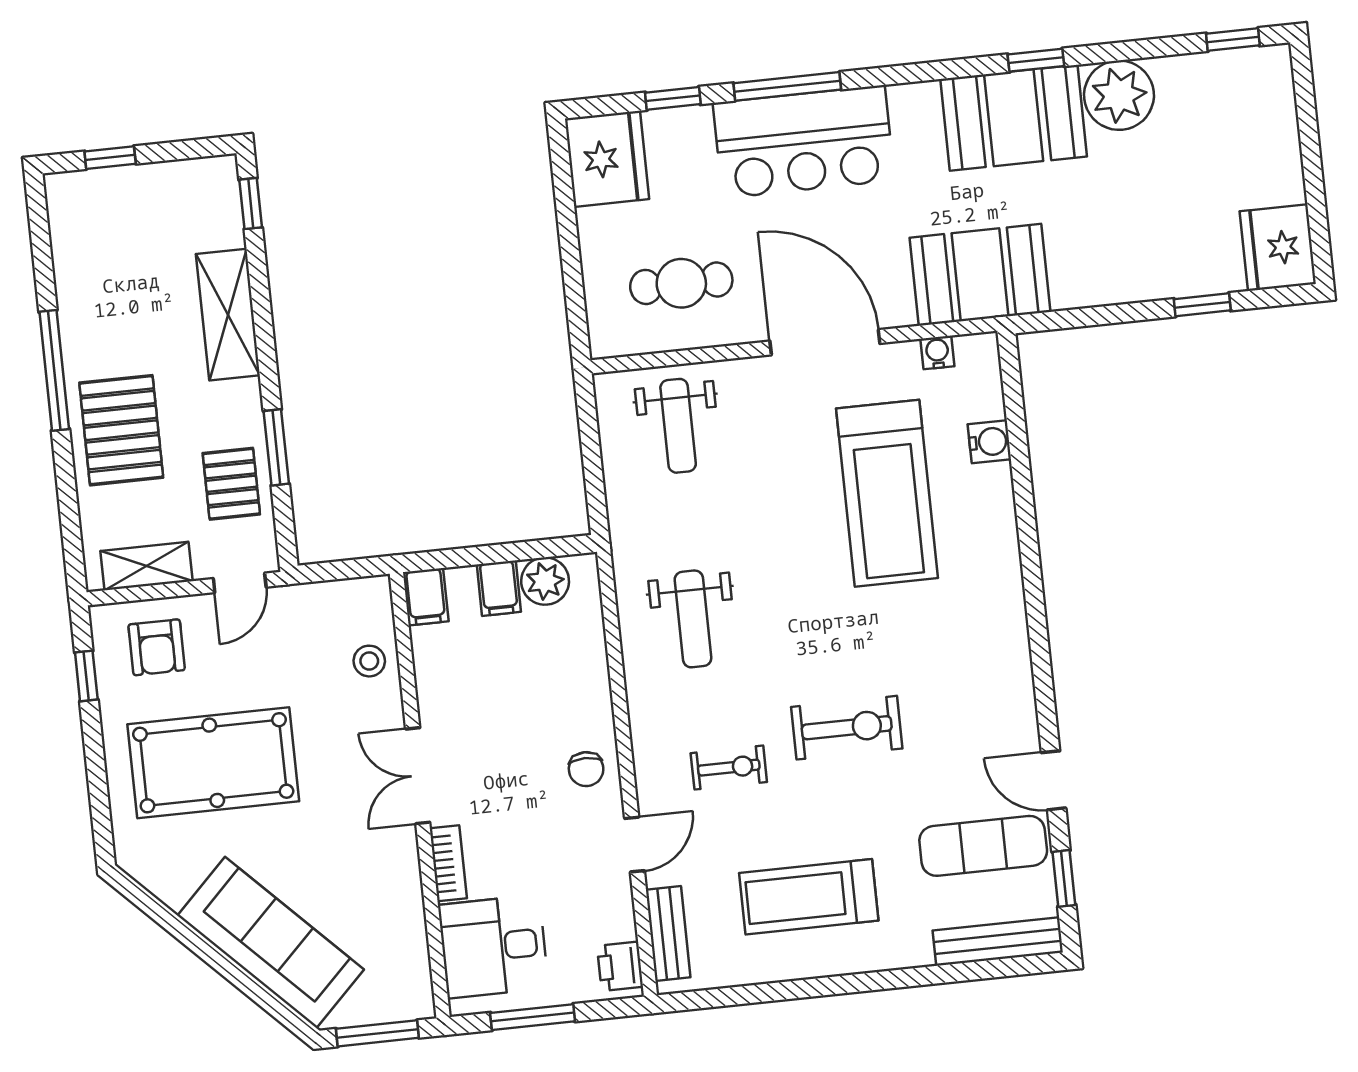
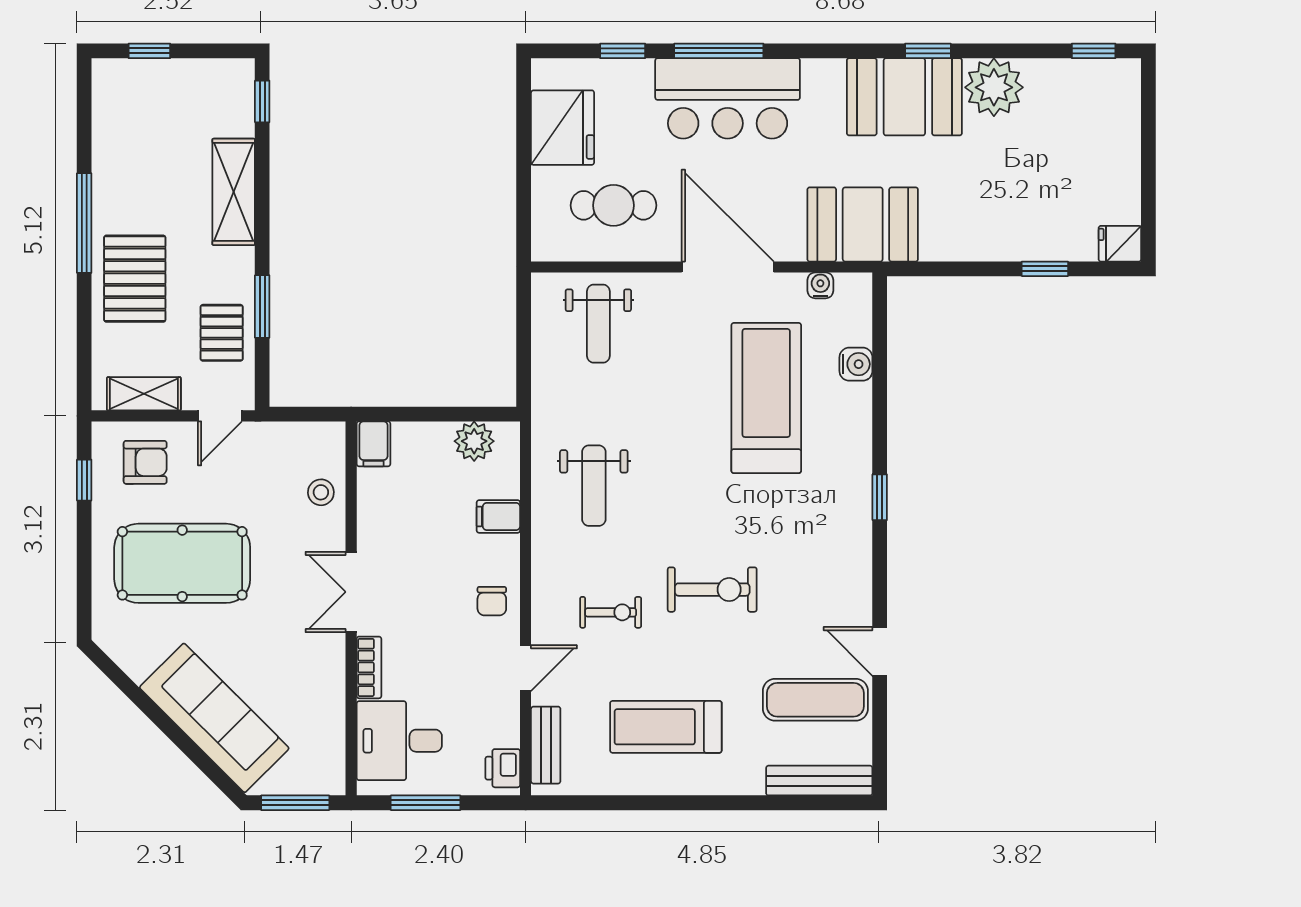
fridge: (607, 159) -> (563, 128), moved
fridge: (1278, 248) -> (1120, 244), width x0.53, depth x0.75
treadmill: (887, 493) -> (766, 398), turned 180
filing cabinet: (499, 588) -> (498, 516), moved, turned 90
armchair: (157, 647) -> (145, 462), turned -90
window: (1064, 878) -> (880, 497), moved

